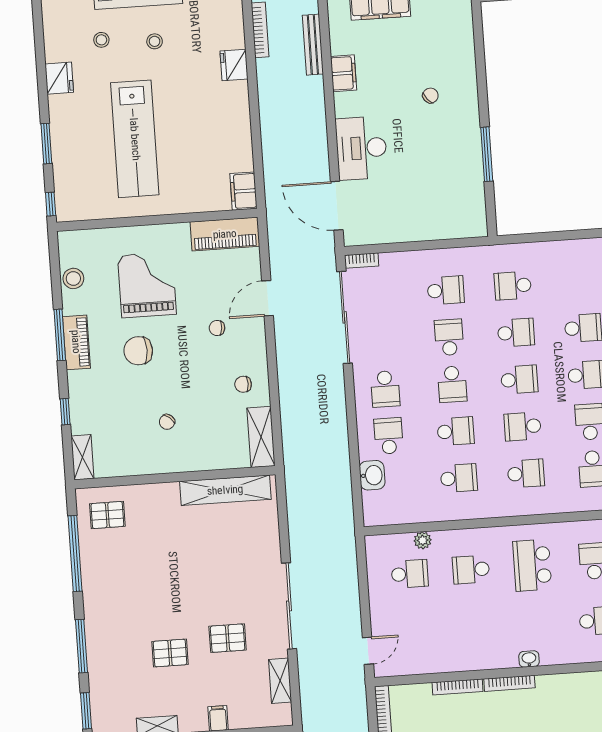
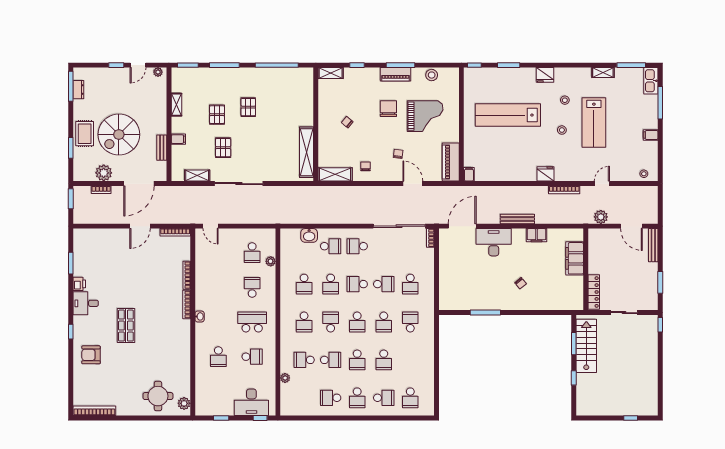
bench: (313, 45) -> (517, 219), moved
filing cabinet: (243, 191) -> (469, 174), width x0.50
pallet: (107, 515) -> (248, 107), moved

